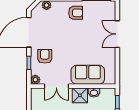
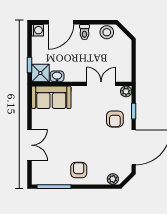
armchair: (76, 13) -> (79, 170), turned 90
sofa: (88, 75) -> (51, 97), moved
shower: (80, 95) -> (40, 73), moved

